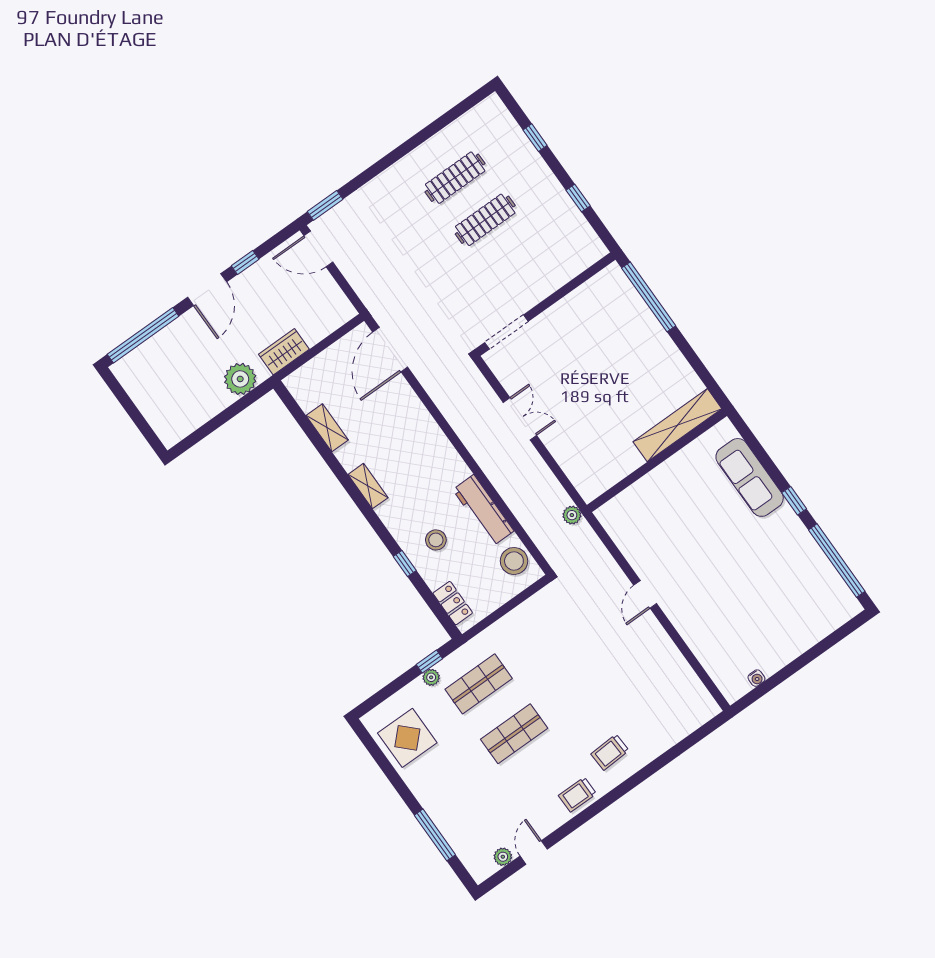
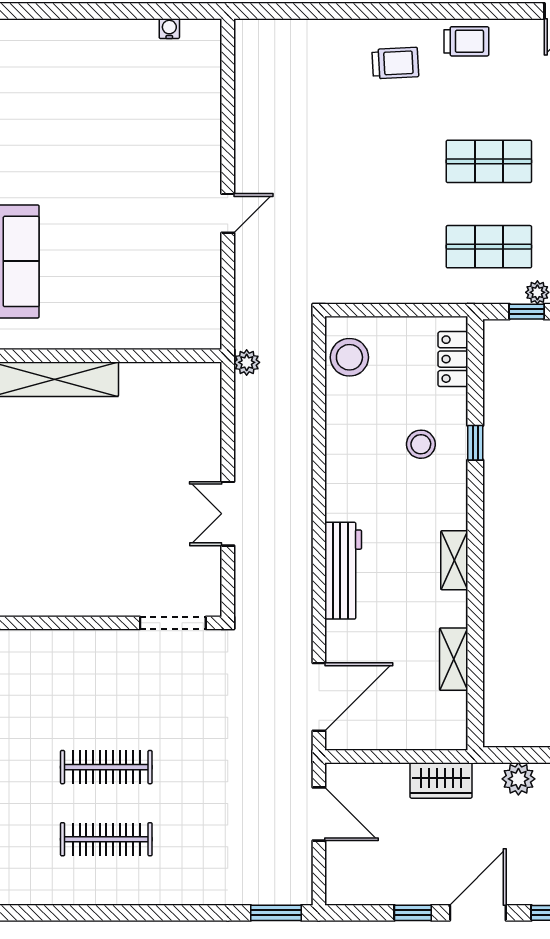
door: (318, 249) -> (319, 814), moved
plant: (240, 379) -> (518, 779), width x0.73, depth x0.73
workbench: (483, 510) -> (343, 571), moved

